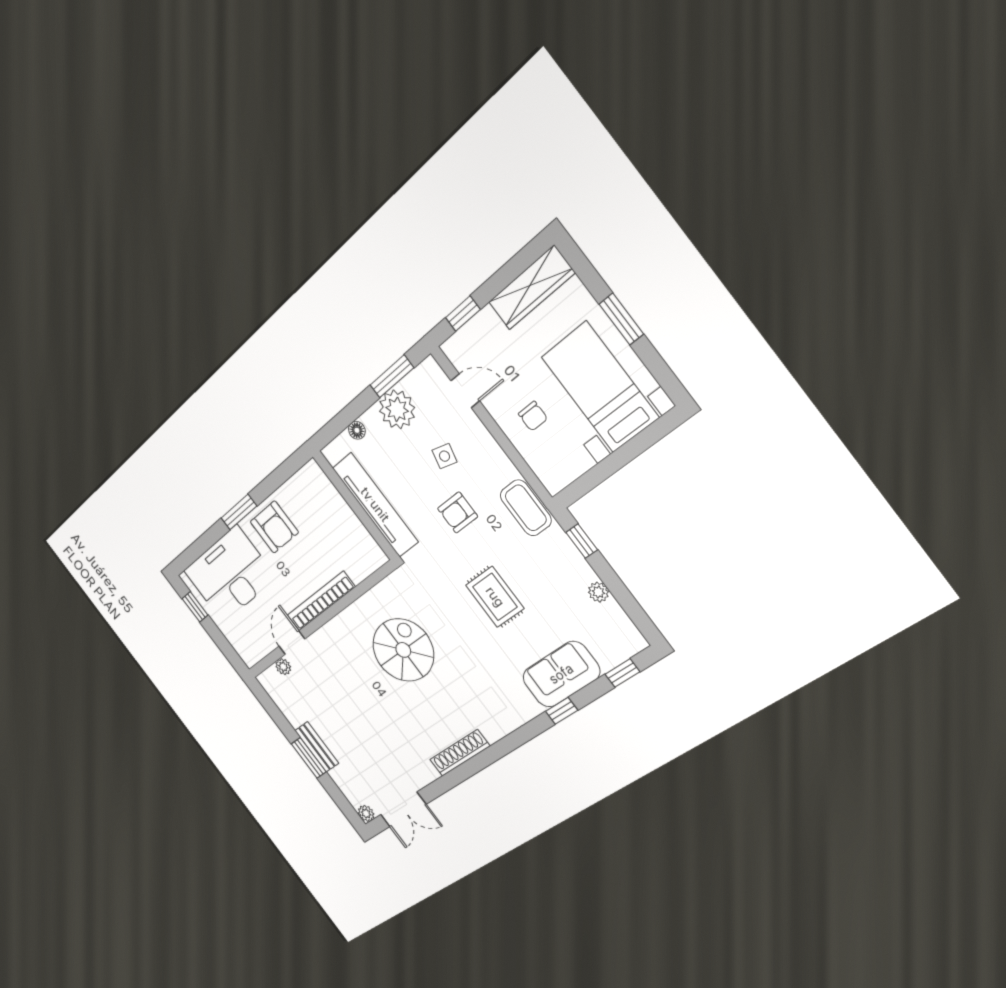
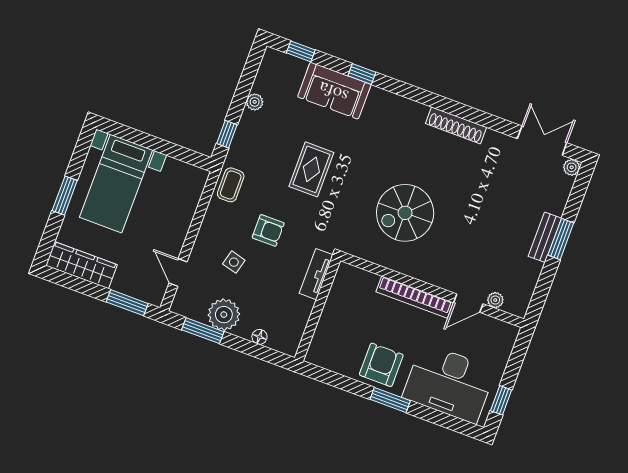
window: (463, 313) -> (127, 303), width x1.50
chair: (533, 416) -> (164, 216), removed
tv unit: (375, 505) -> (316, 274), width x0.52, depth x0.78
coffee table: (526, 508) -> (231, 185), width x0.73, depth x0.77

